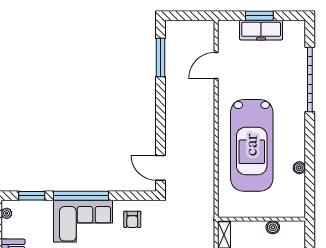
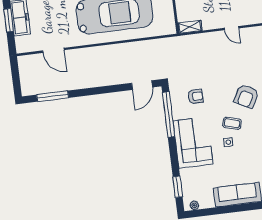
window: (81, 196) -> (169, 114), moved
armchair: (132, 219) -> (196, 96), moved

